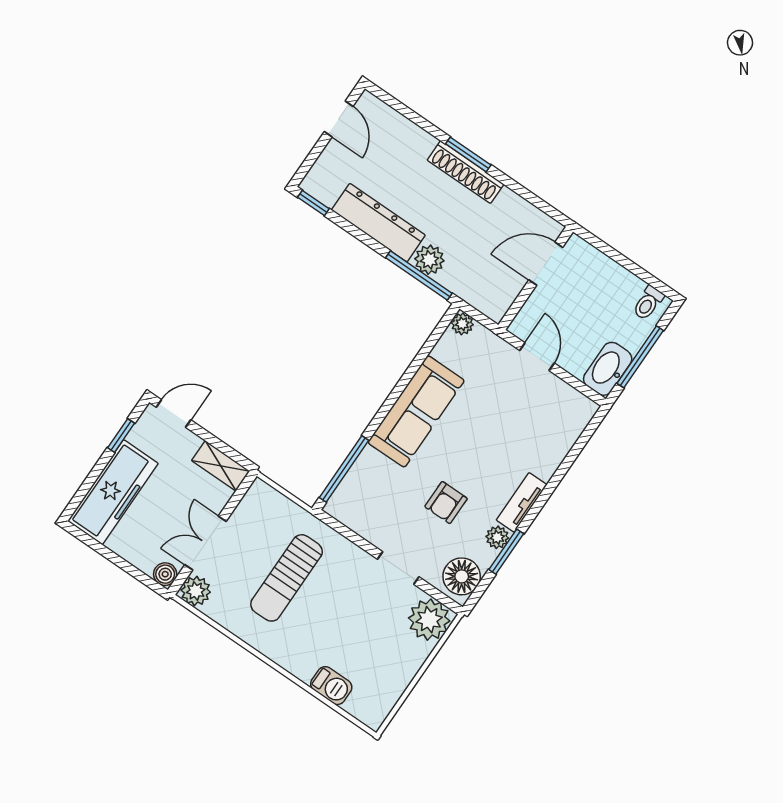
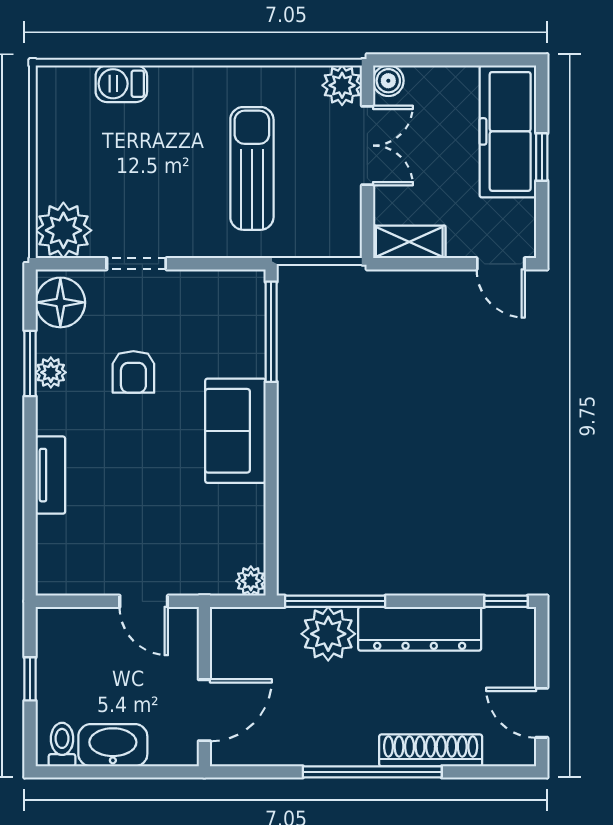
window: (468, 154) -> (372, 772), width x2.11
shoe rack: (466, 172) -> (431, 750), moved
plant: (429, 260) -> (328, 634), width x1.36, depth x1.36
window: (640, 357) -> (30, 679), width x0.46
washbasin: (608, 369) -> (113, 745), moved, turned -90
sofa: (416, 411) -> (235, 431), width x0.73
door: (173, 414) -> (501, 264), hinge flipped
window: (121, 435) -> (542, 157), moved
tv unit: (522, 502) -> (50, 475), moved
armchair: (446, 503) -> (133, 372), turned 180

